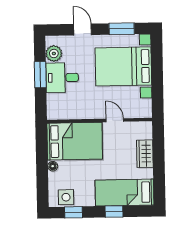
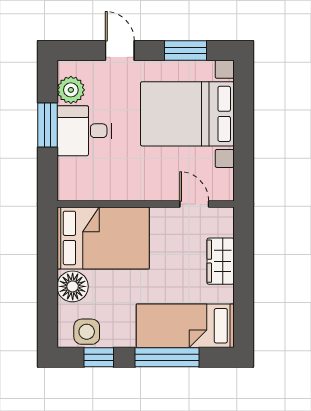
door: (115, 120) -> (194, 204), moved
floor lamp: (53, 166) -> (73, 286), width x1.89, depth x1.89
window: (114, 212) -> (167, 357), width x2.17

